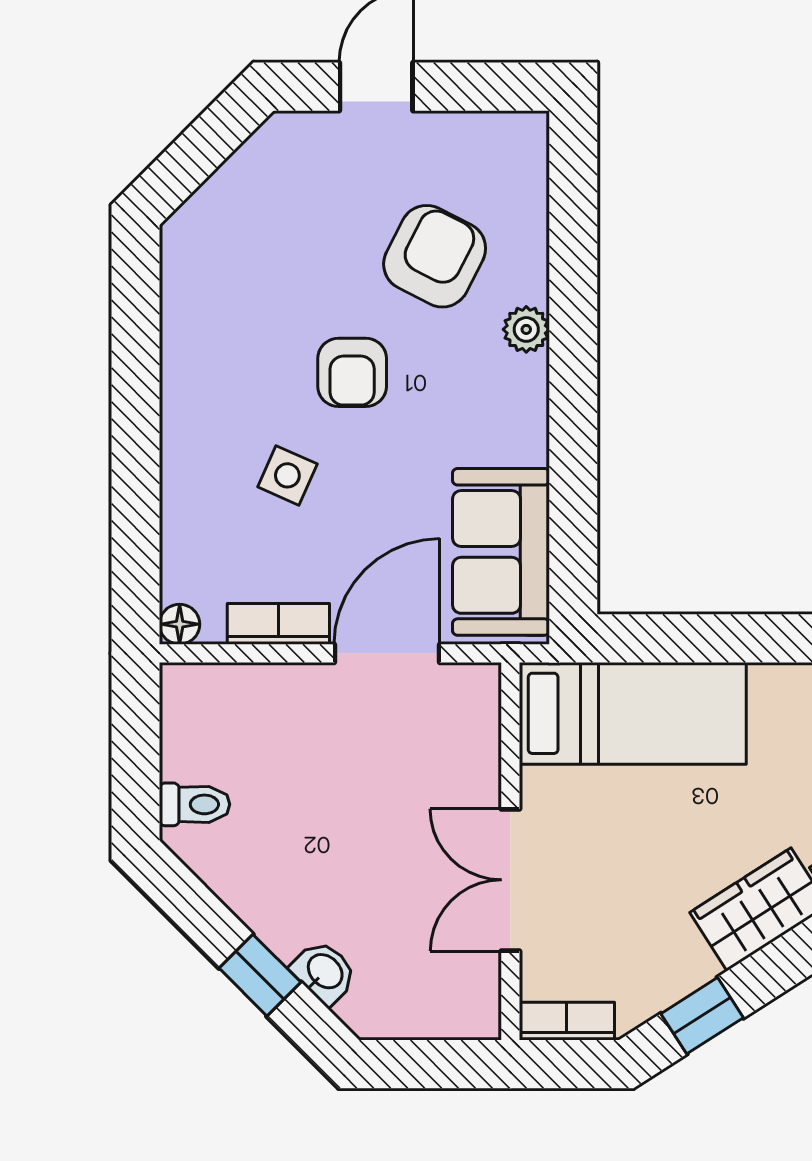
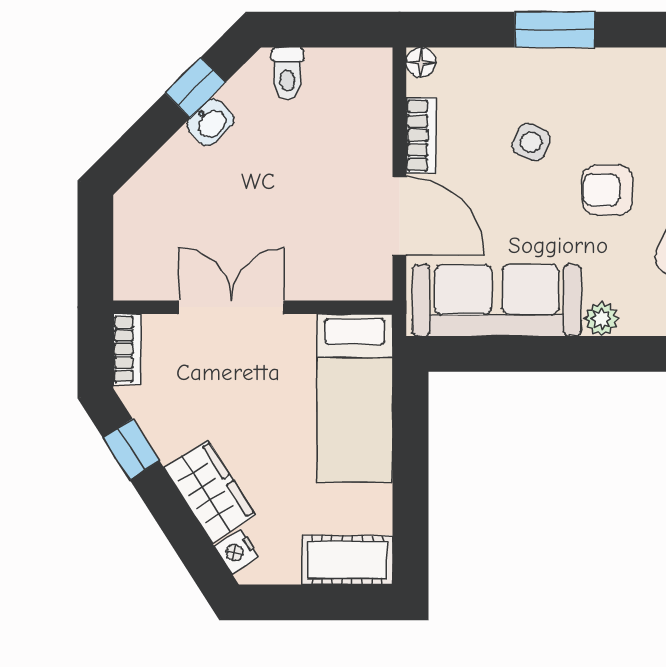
plant: (526, 329) -> (601, 319), moved
window: (135, 444) -> (555, 30), added
sofa: (501, 552) -> (497, 300), width x1.36
washbasin: (324, 972) -> (210, 122), moved
window: (260, 975) -> (195, 88), moved

